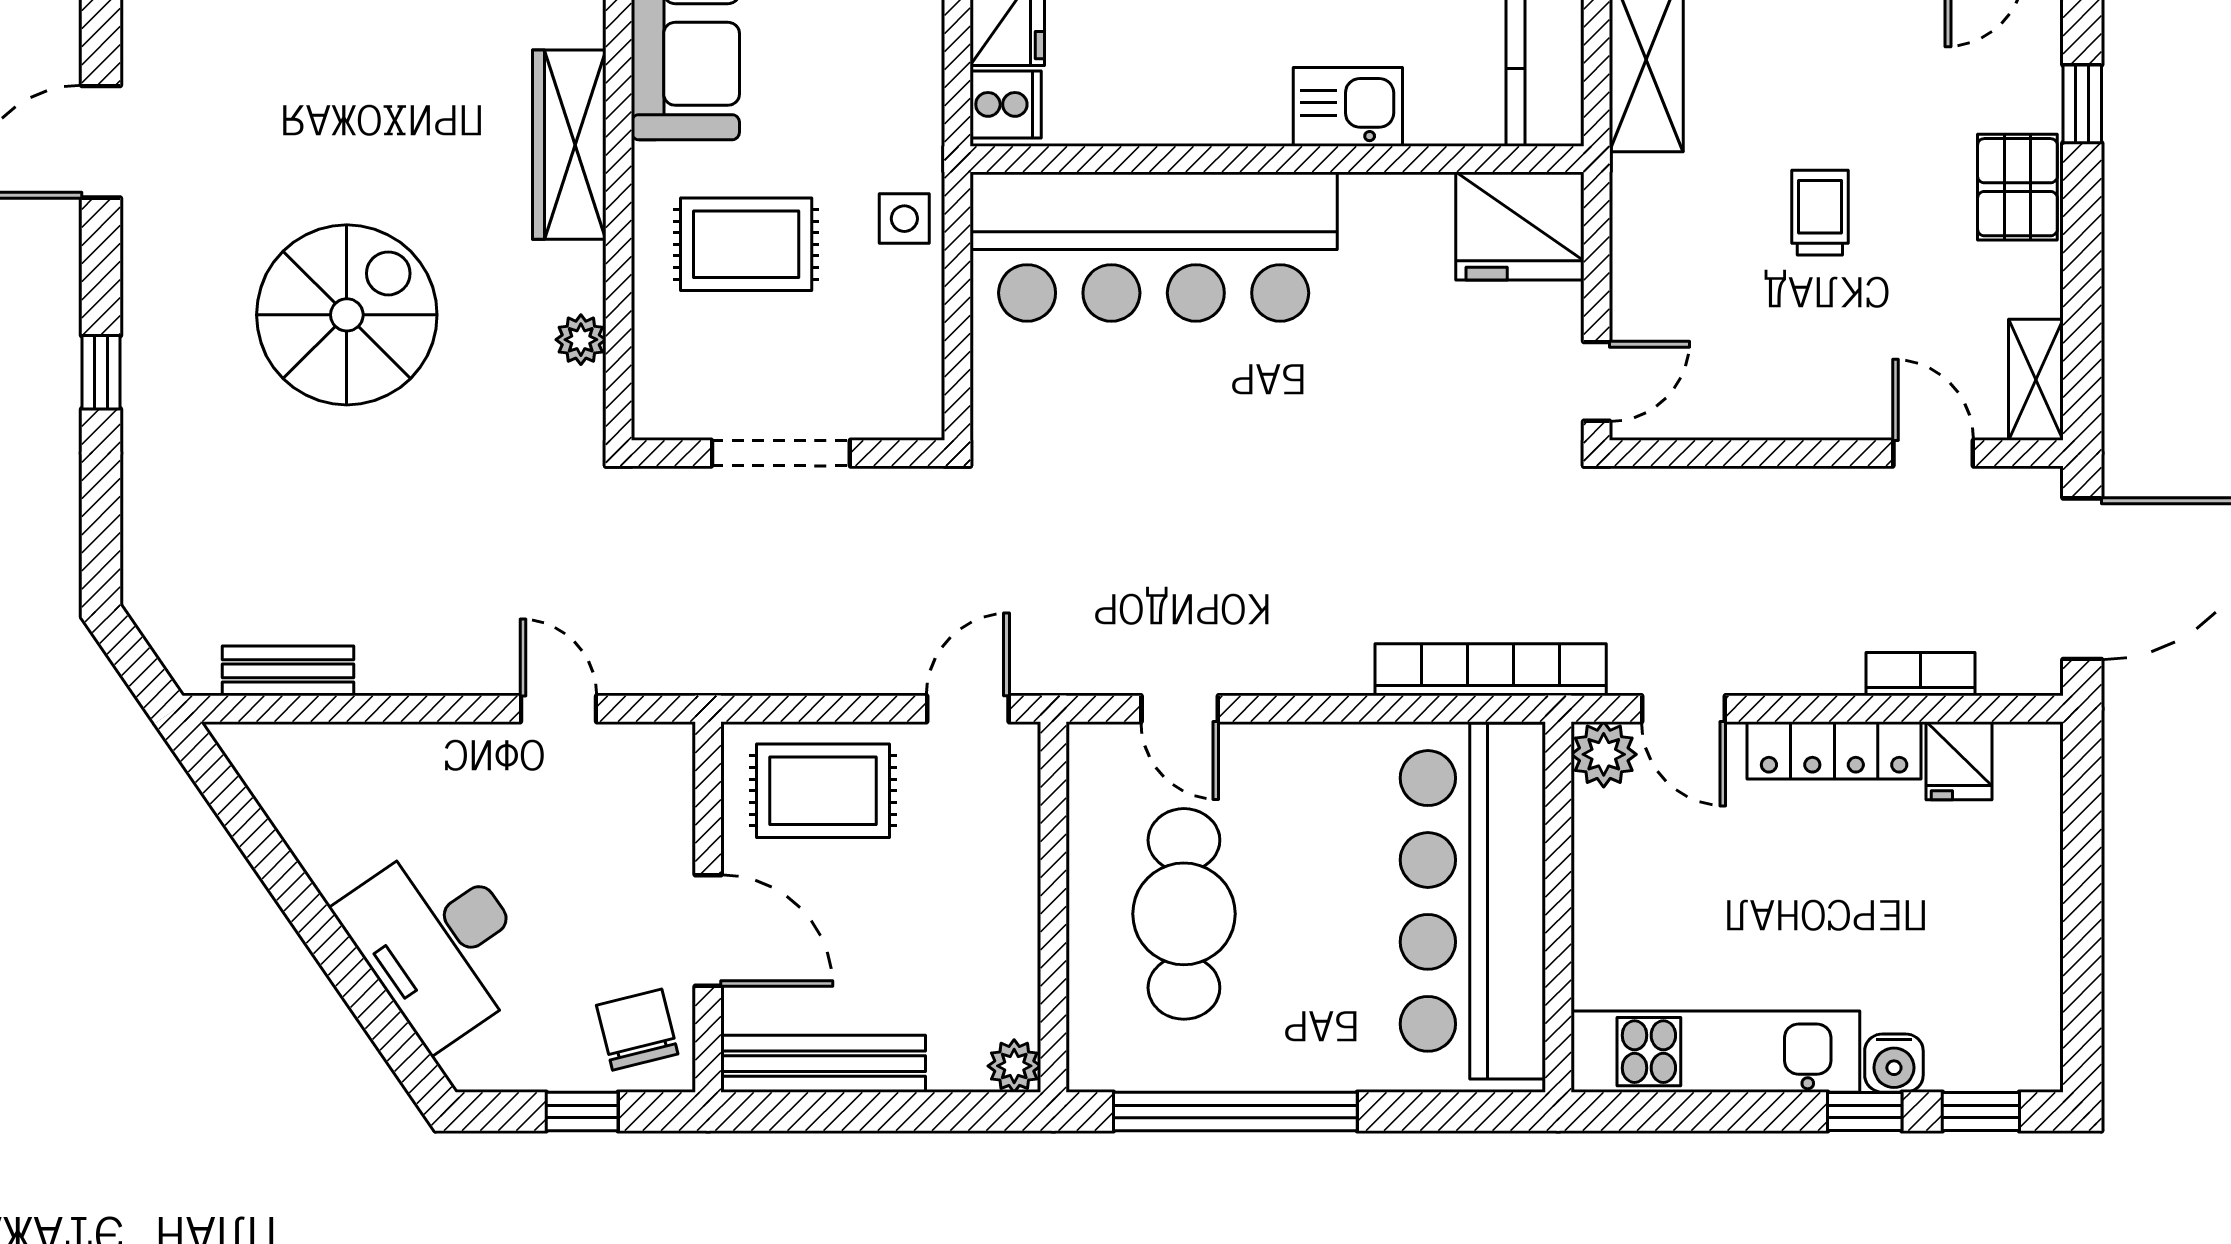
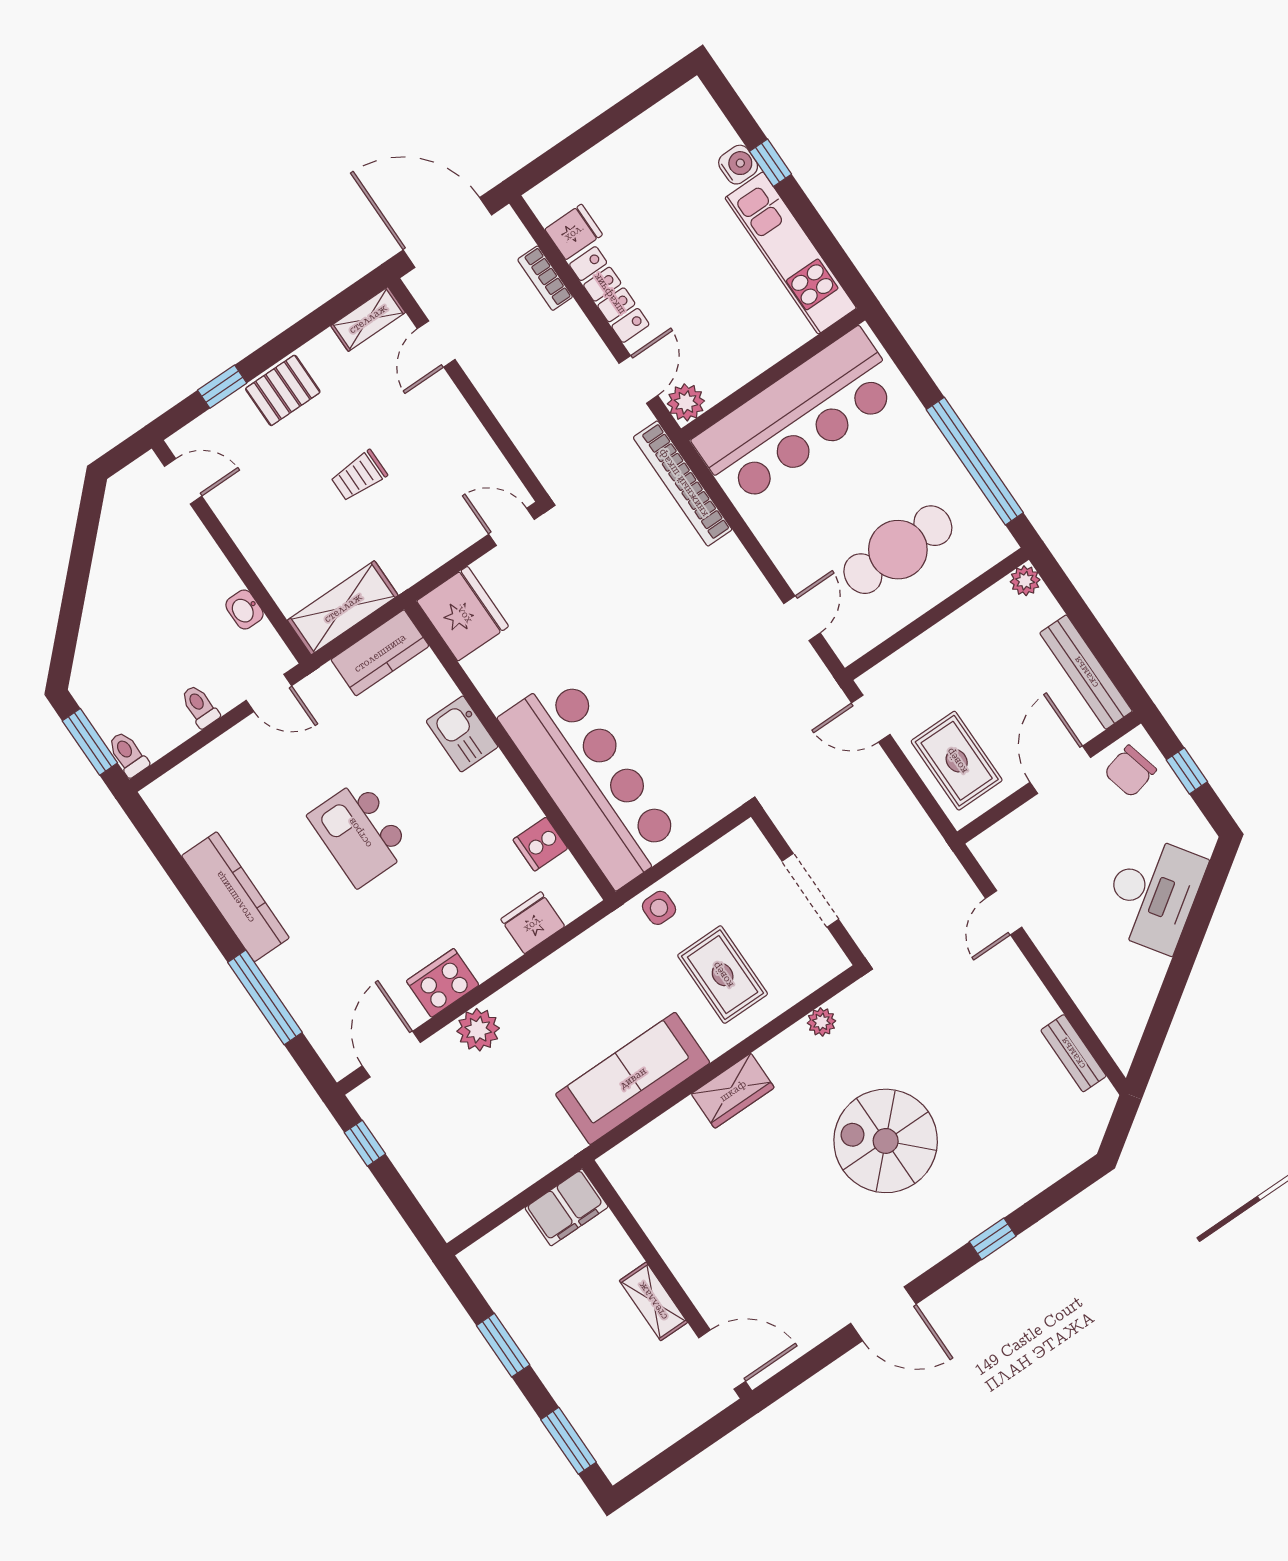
cooker: (1006, 104) -> (540, 844), moved, turned -90
wardrobe: (569, 145) -> (733, 1091), width x0.67
window: (1981, 1111) -> (733, 108), removed

